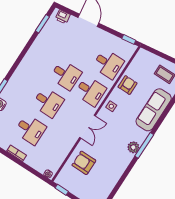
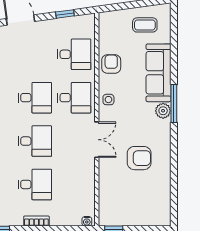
window: (129, 39) -> (65, 14), moved
window: (144, 145) -> (174, 103), moved
plant: (133, 147) -> (163, 111), moved
armchair: (84, 163) -> (139, 158), moved, turned 180

